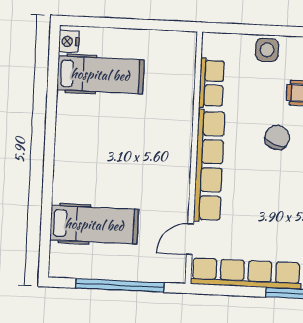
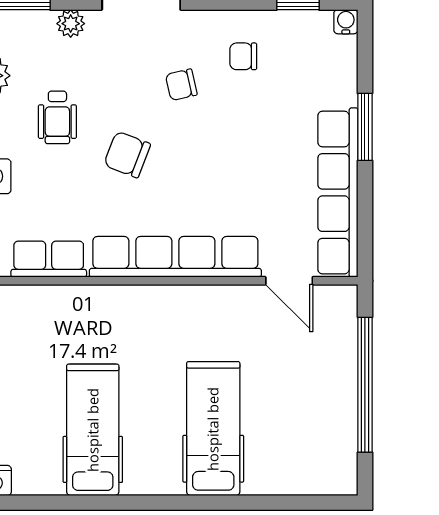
hospital bed: (100, 75) -> (93, 430), moved
hospital bed: (94, 225) -> (213, 429), moved

